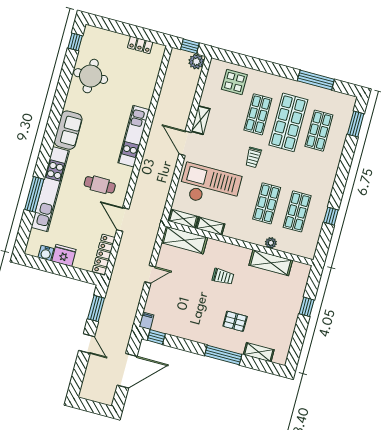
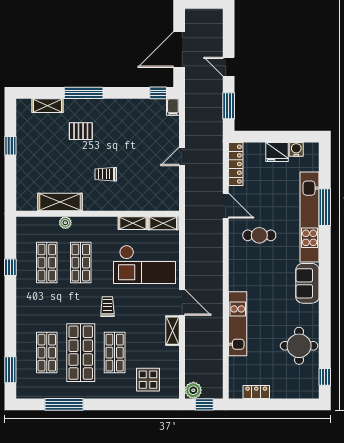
kitchen unit: (134, 136) -> (238, 324), moved
shelving: (184, 240) -> (156, 201), removed
window: (307, 307) -> (10, 146), moved

